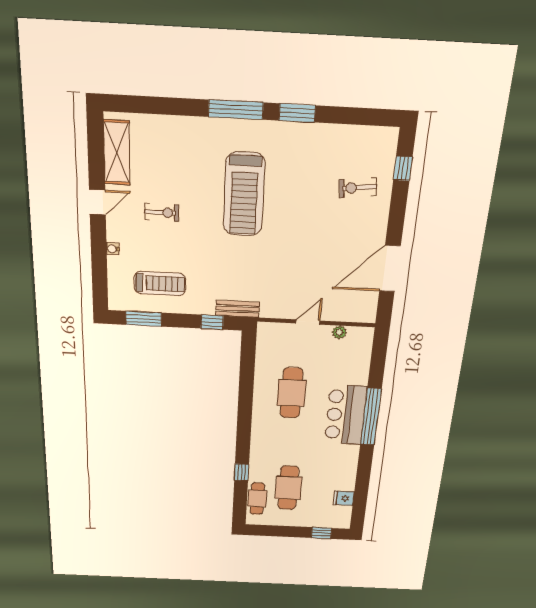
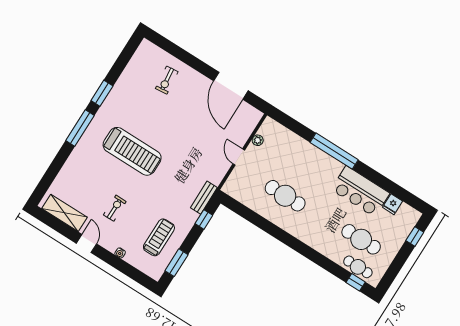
window: (403, 168) -> (170, 47), removed
bar counter: (346, 415) -> (360, 191), moved
window: (242, 472) -> (356, 282), moved

